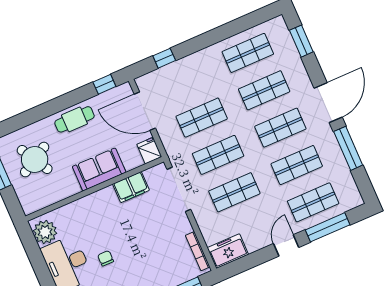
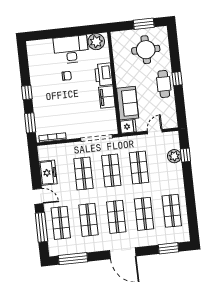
plant: (170, 73) -> (174, 156), added
window: (104, 84) -> (177, 79), moved
door: (145, 111) -> (155, 132), width x0.53
window: (348, 148) -> (73, 259), moved
round table: (35, 159) -> (146, 50), turned 30
sofa: (99, 169) -> (128, 103), moved
filing cabinet: (131, 187) -> (107, 97), moved
printer: (88, 207) -> (104, 75), added
freezer: (228, 251) -> (48, 173), moved

